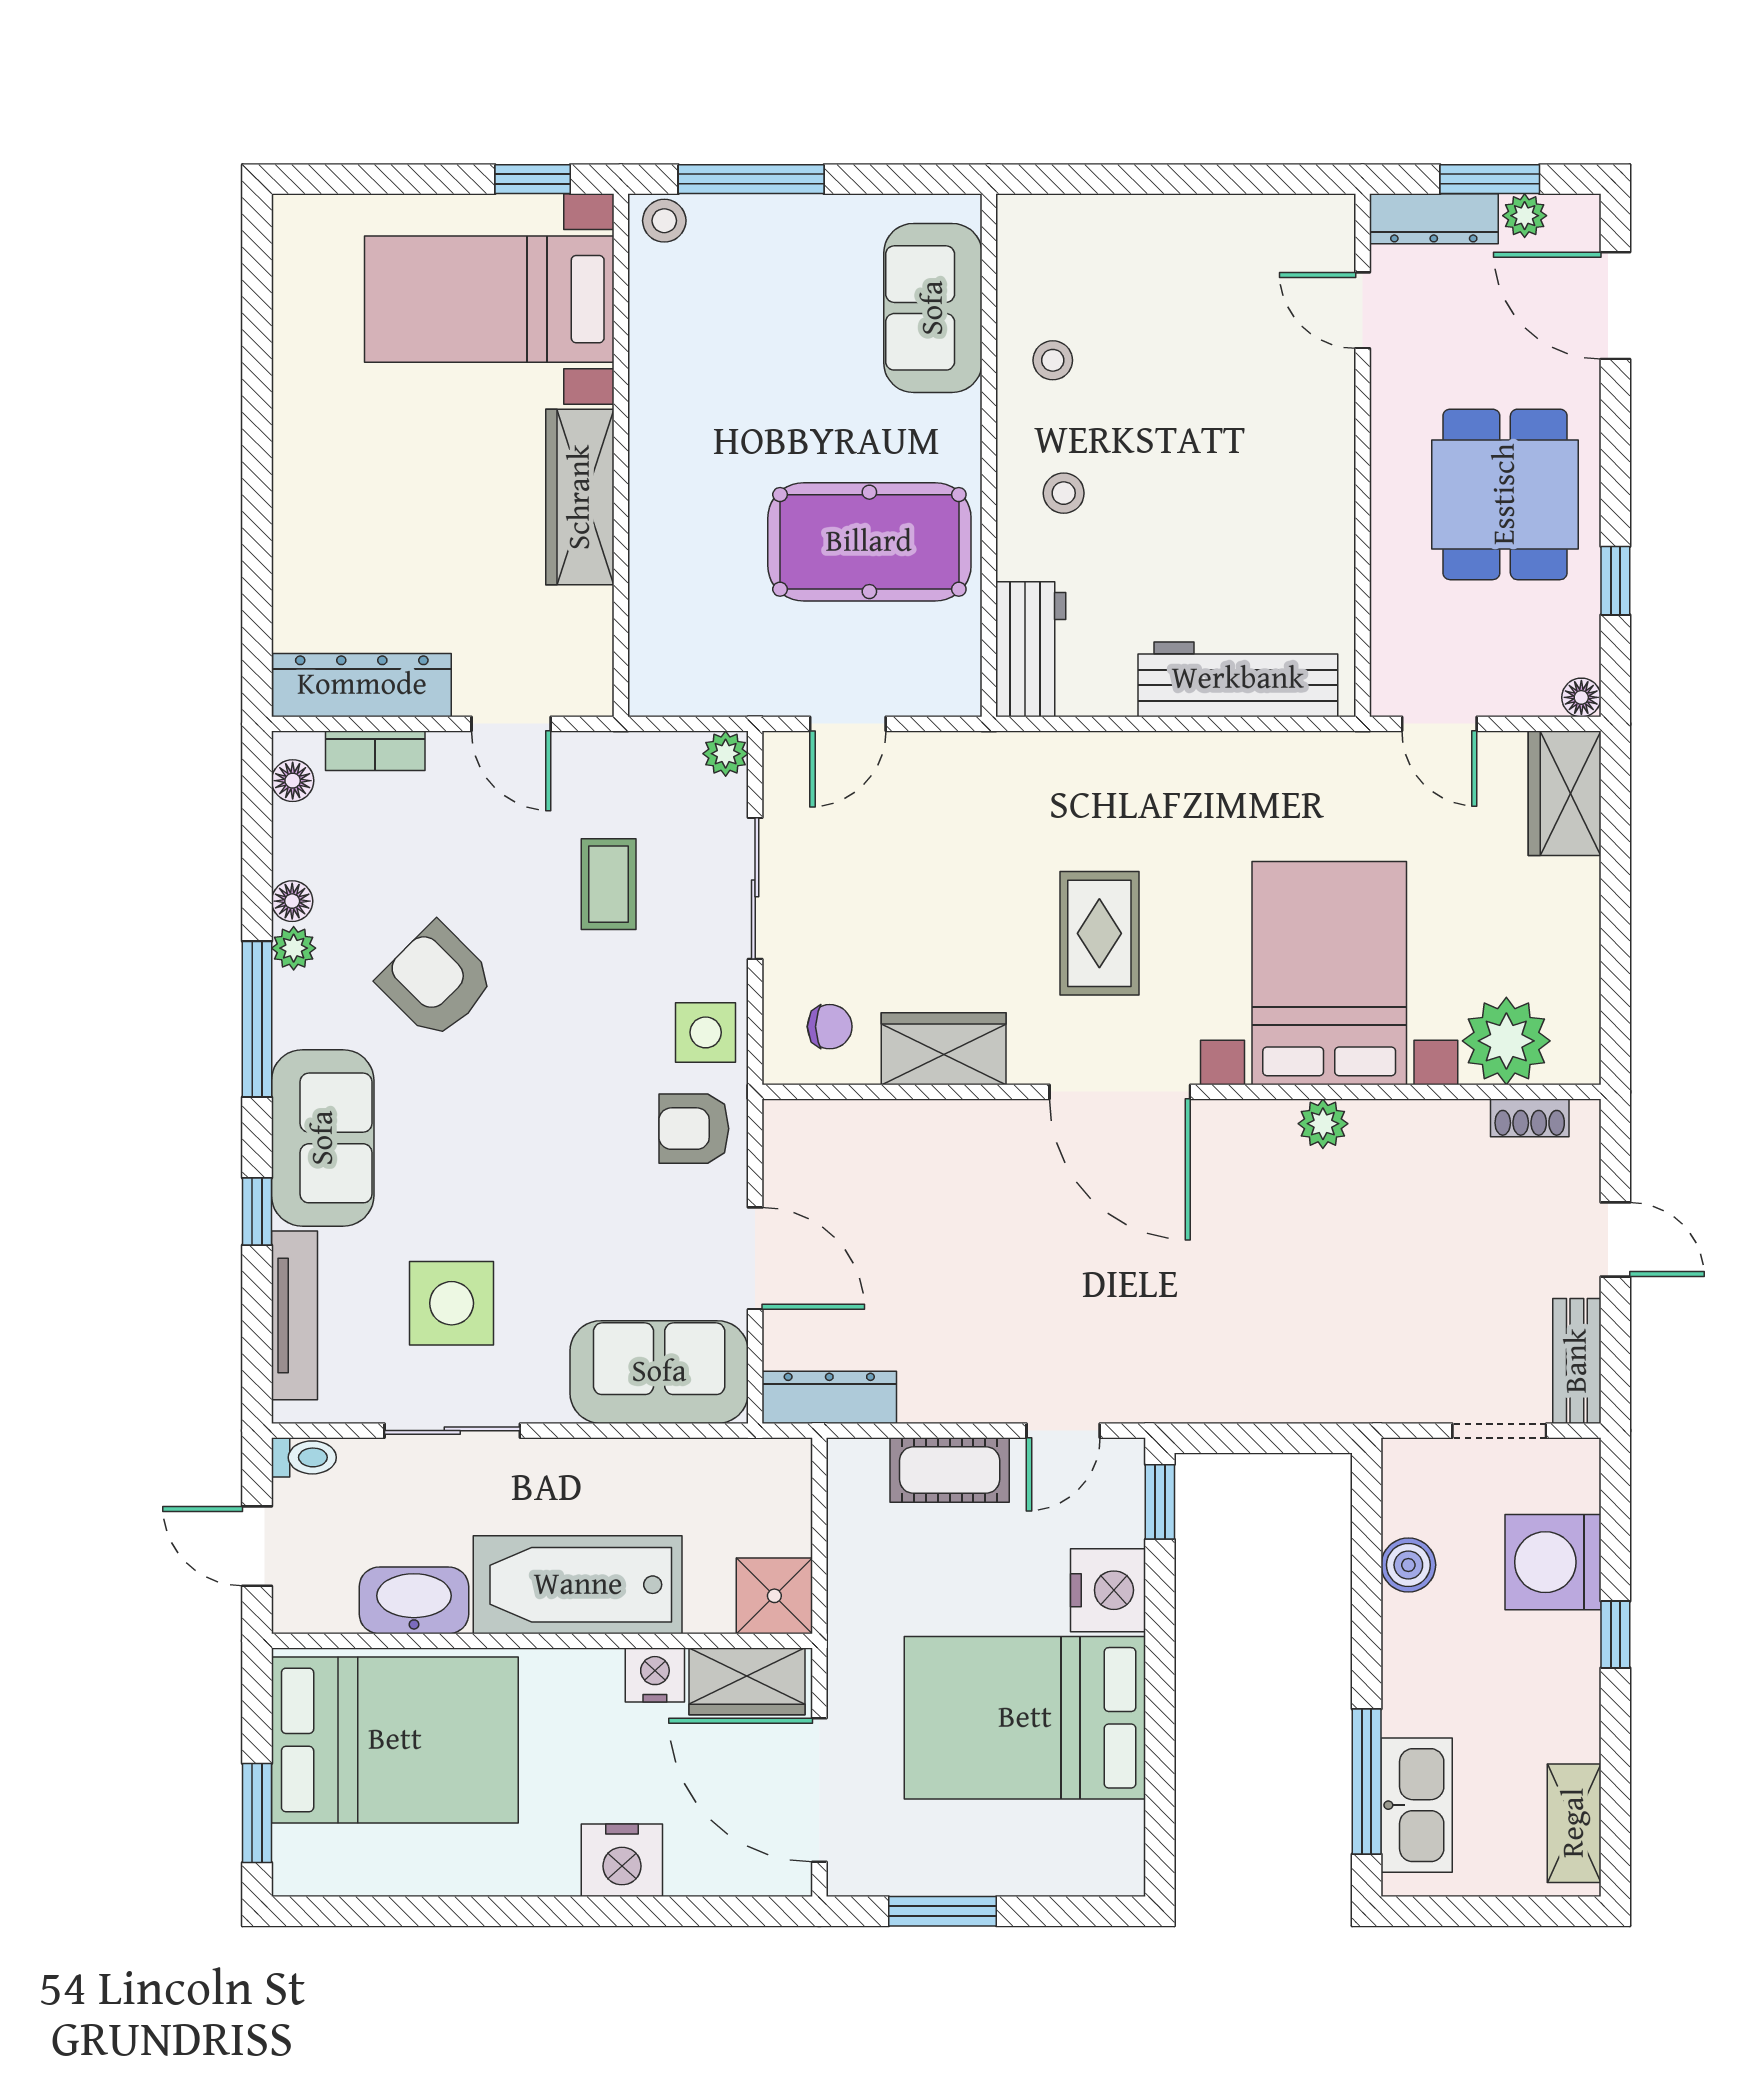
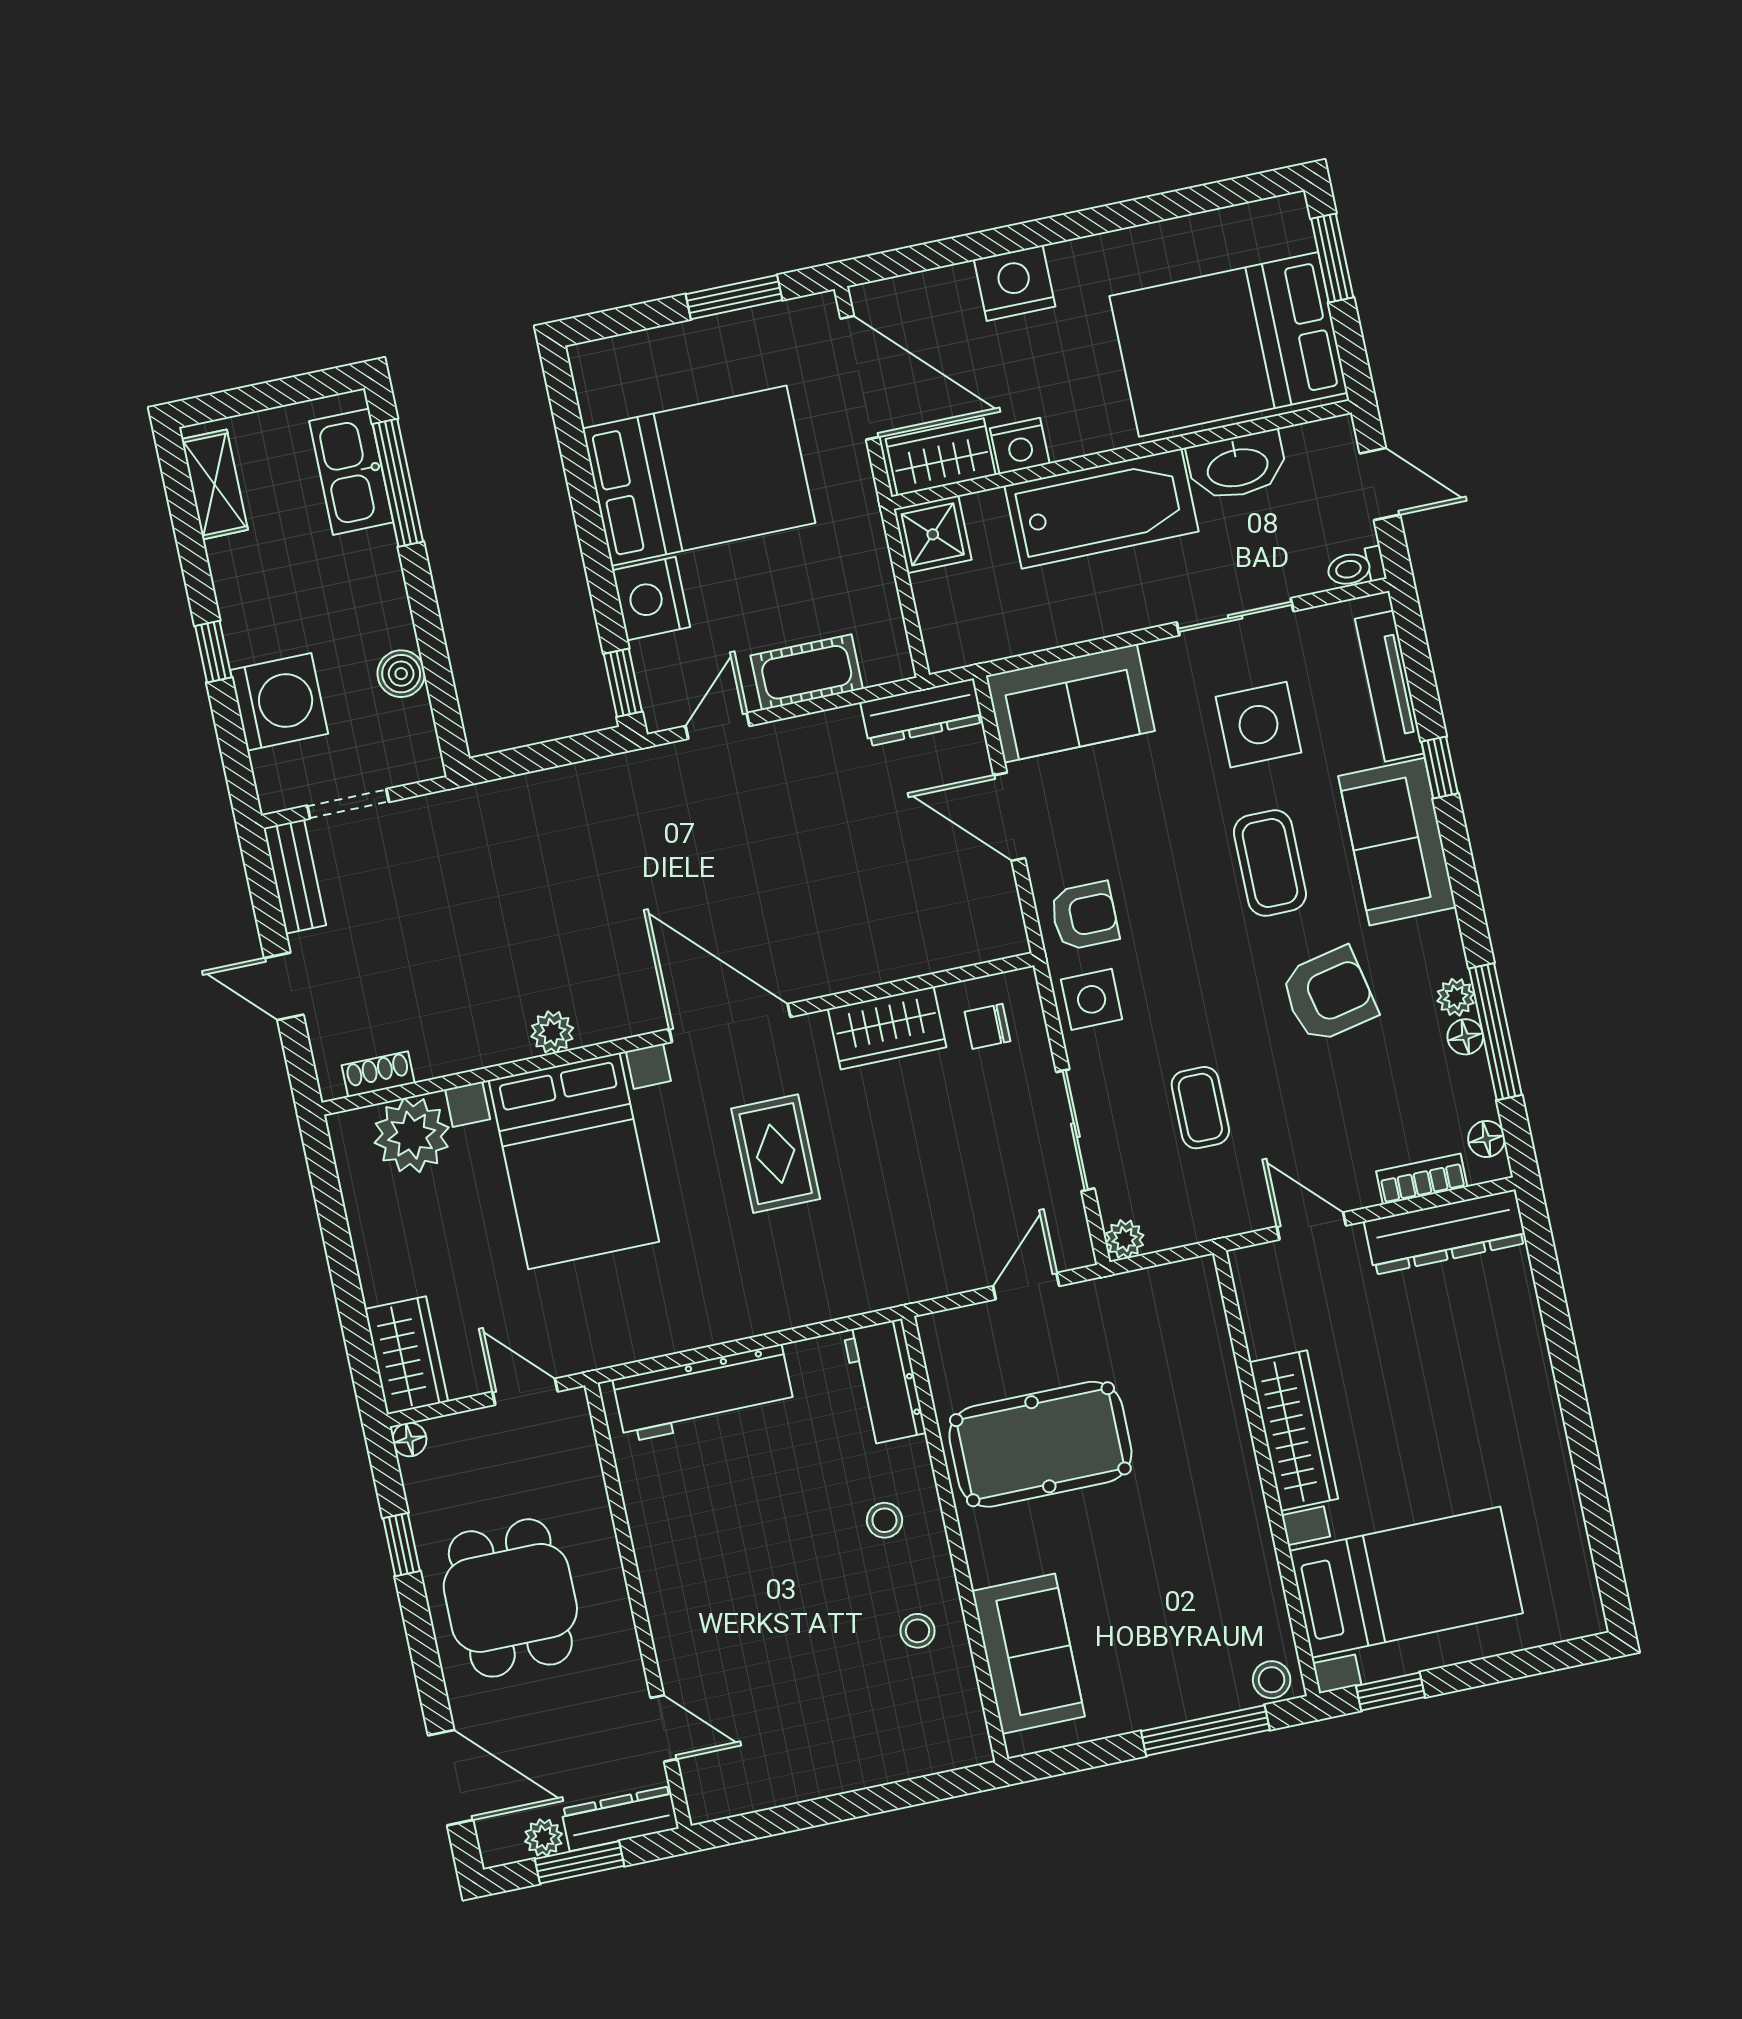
armchair: (437, 981) -> (1329, 995), turned -57
window: (257, 1019) -> (1495, 1032), moved
coffee table: (472, 1144) -> (1270, 863), added

